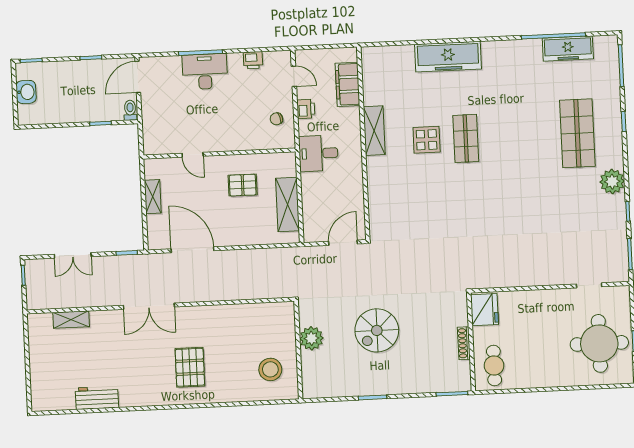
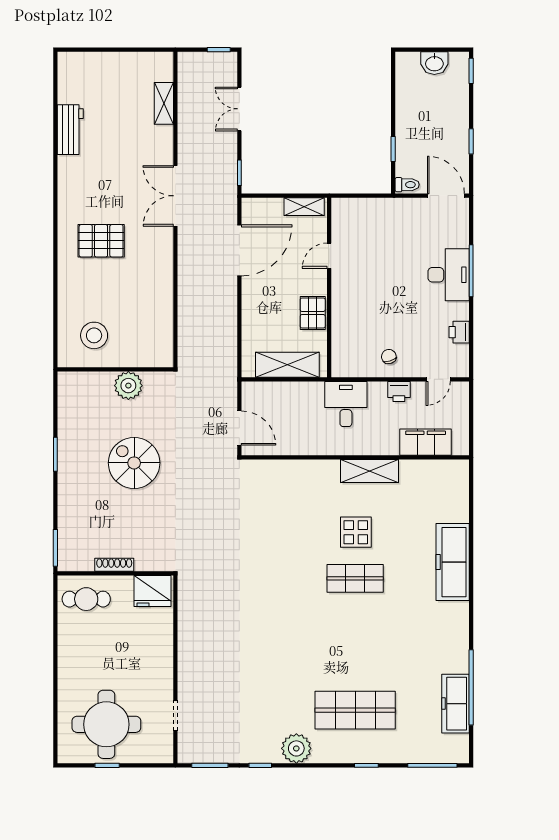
wall: (219, 153) -> (329, 287), moved
door: (193, 155) -> (329, 256), moved

